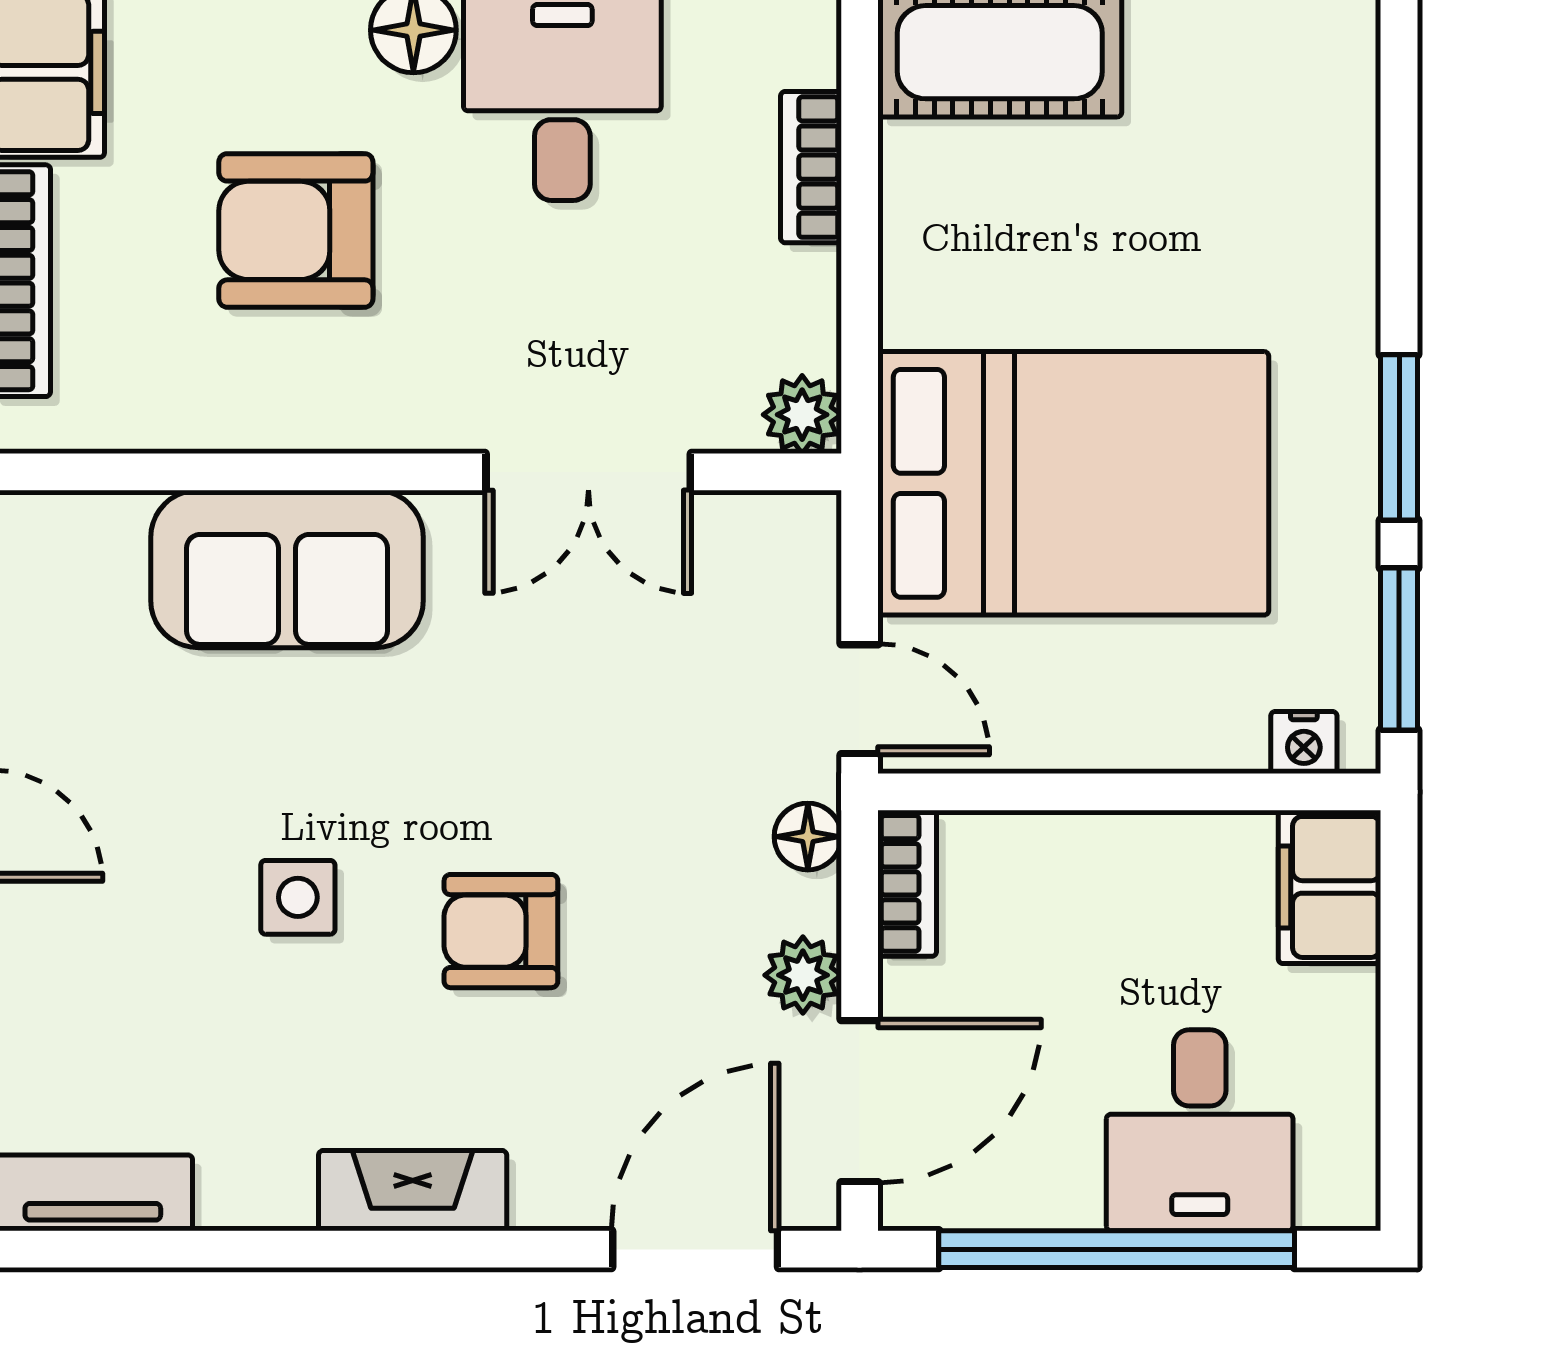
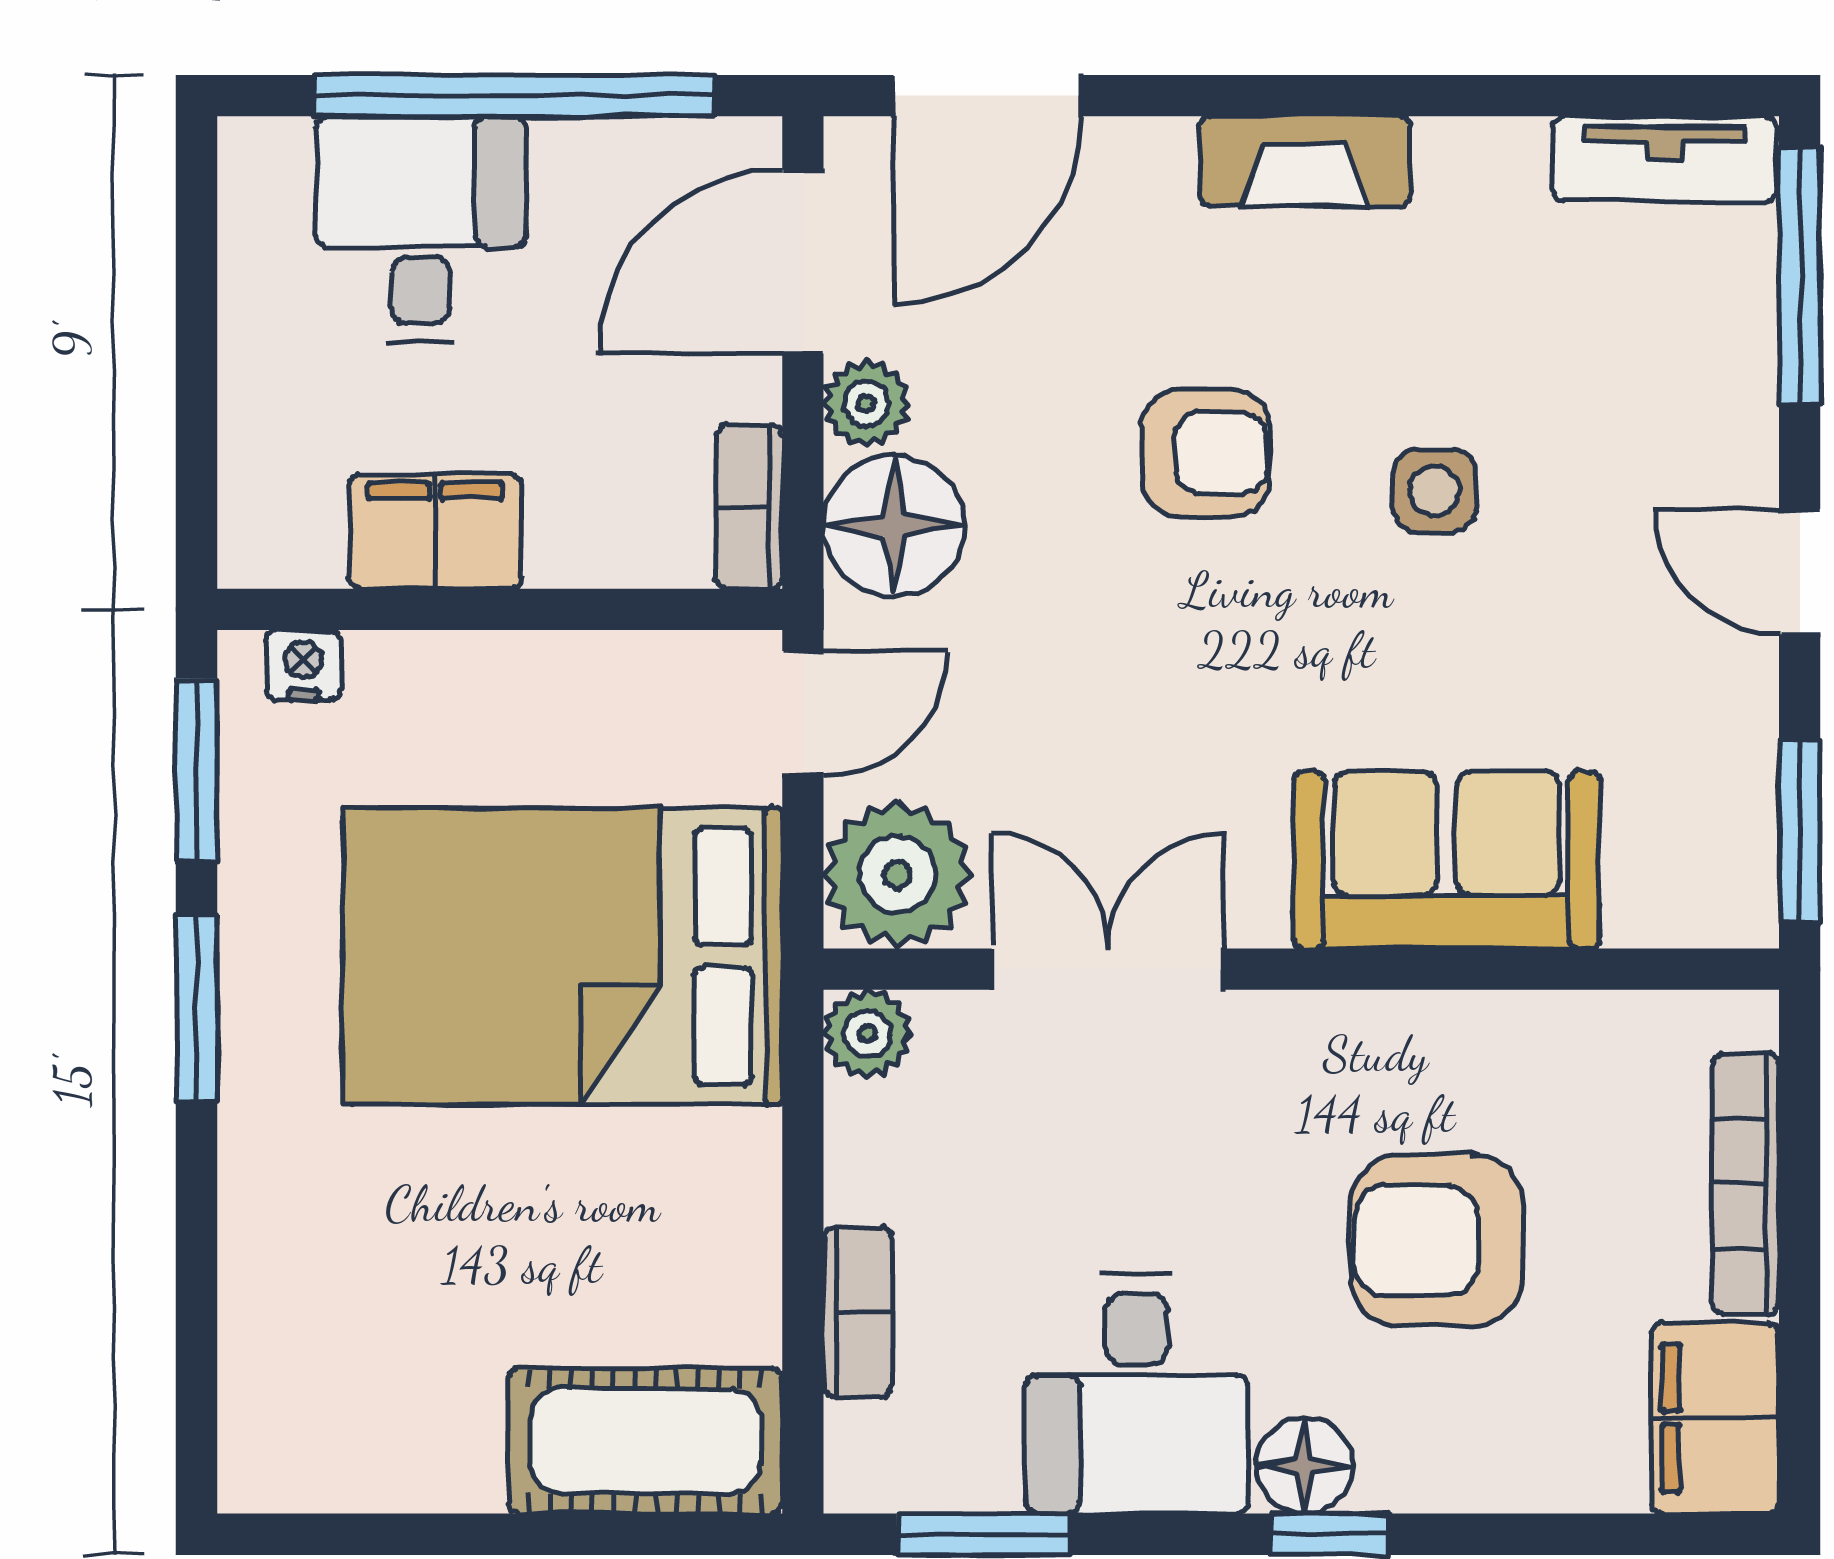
armchair: (296, 230) -> (1436, 1240), turned 180
plant: (775, 556) -> (897, 874), added
door: (860, 699) -> (803, 714), swing flipped
floor lamp: (808, 837) -> (894, 526), width x1.89, depth x1.89
filing cabinet: (1330, 887) -> (435, 531), moved, turned -90

